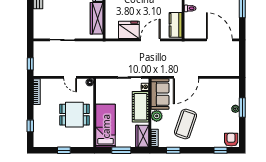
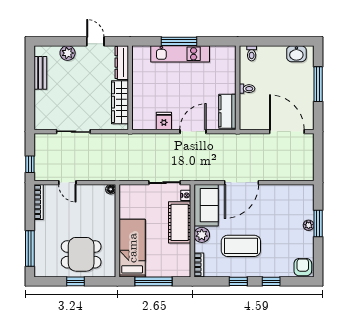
fridge: (129, 30) -> (164, 121), width x0.53, depth x0.75
door: (70, 77) -> (67, 183), moved
dining table: (74, 115) -> (81, 254), moved
coffee table: (186, 124) -> (241, 246), turned 71
window: (30, 126) -> (30, 248), width x2.17
wardrobe: (142, 136) -> (182, 262), removed
window: (121, 150) -> (153, 281), width x1.44
window: (173, 150) -> (238, 281), moved
window: (221, 150) -> (271, 281), moved

